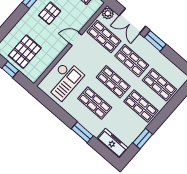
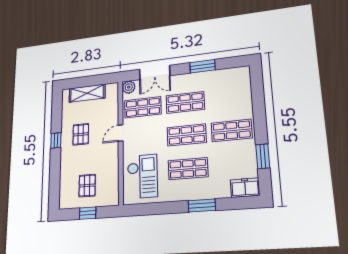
window: (155, 41) -> (203, 66), moved
pallet: (25, 52) -> (87, 186), width x0.67, depth x0.71
shop shelf: (159, 85) -> (229, 97), removed
freezer: (112, 143) -> (245, 188), width x0.71

